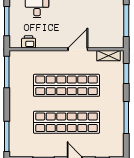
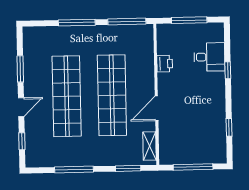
printer: (29, 42) -> (165, 64), moved
door: (78, 49) -> (157, 108), swing flipped
window: (7, 136) -> (77, 23), moved

